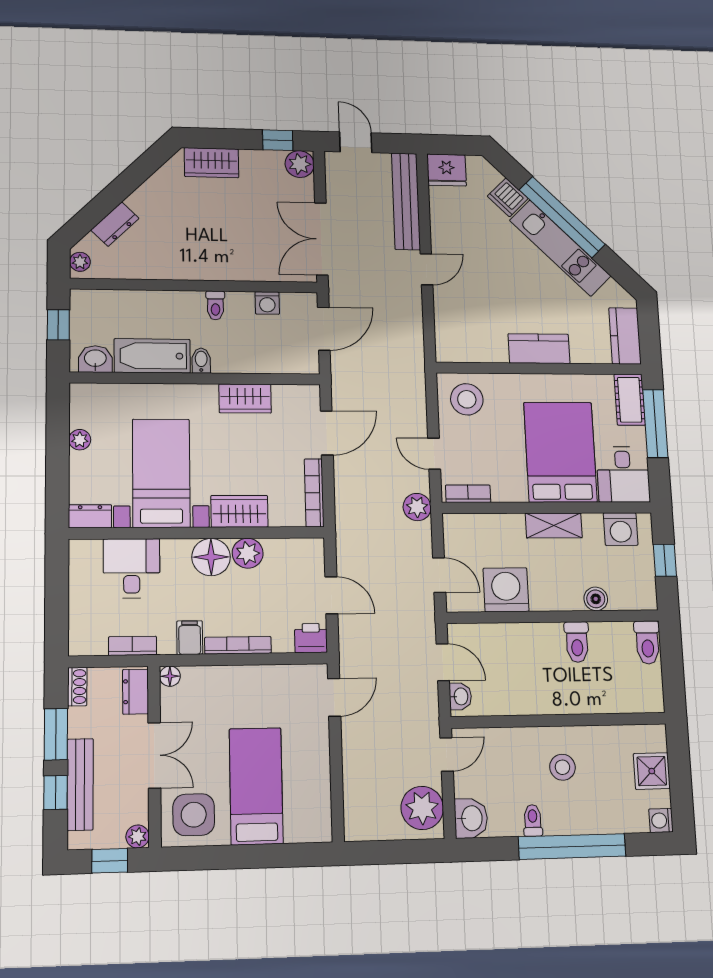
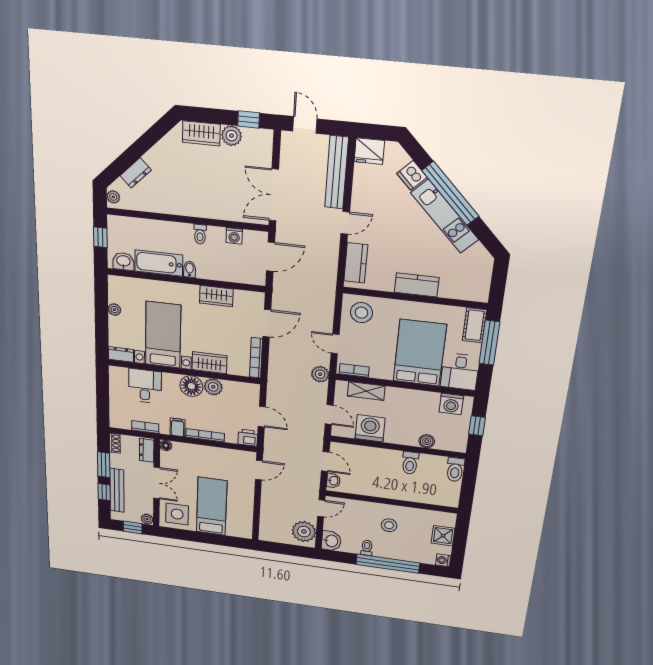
plant: (300, 164) -> (232, 136), moved
kitchen counter: (625, 336) -> (356, 263), moved, turned 180
shelving: (554, 525) -> (366, 391), moved

